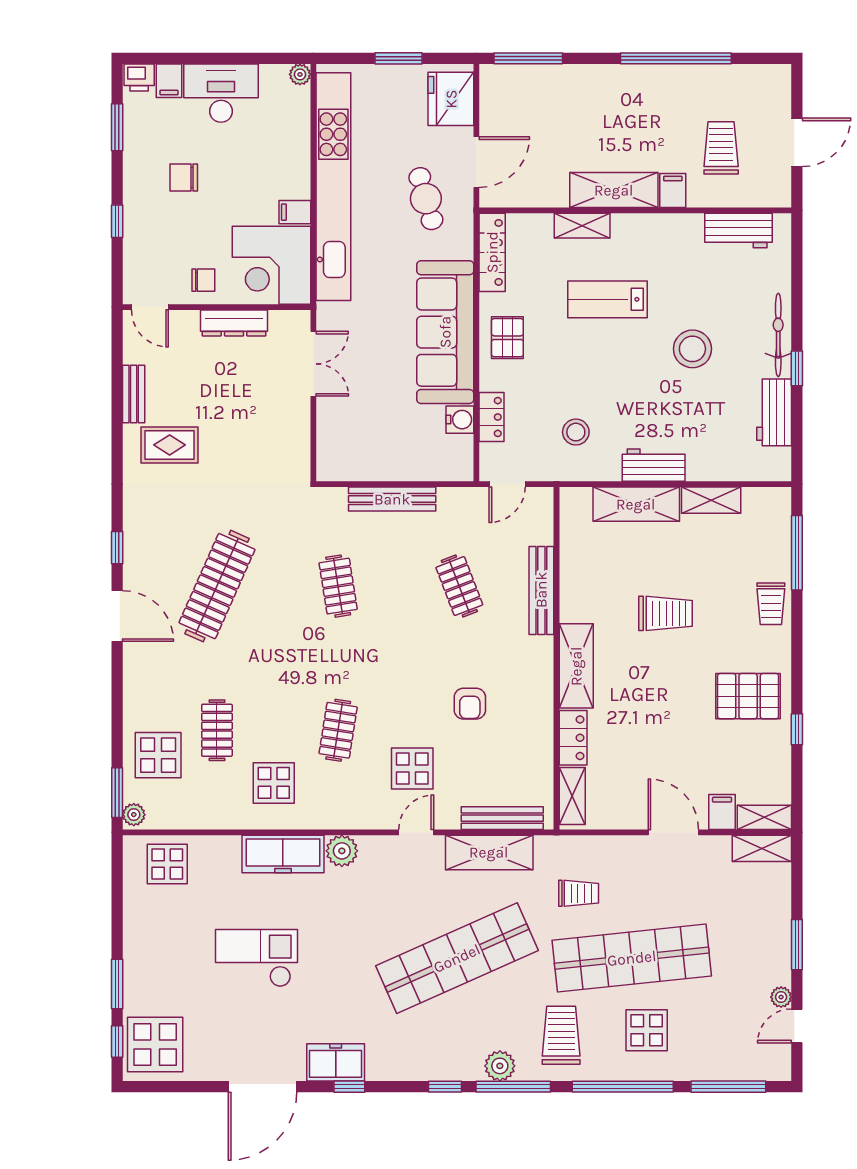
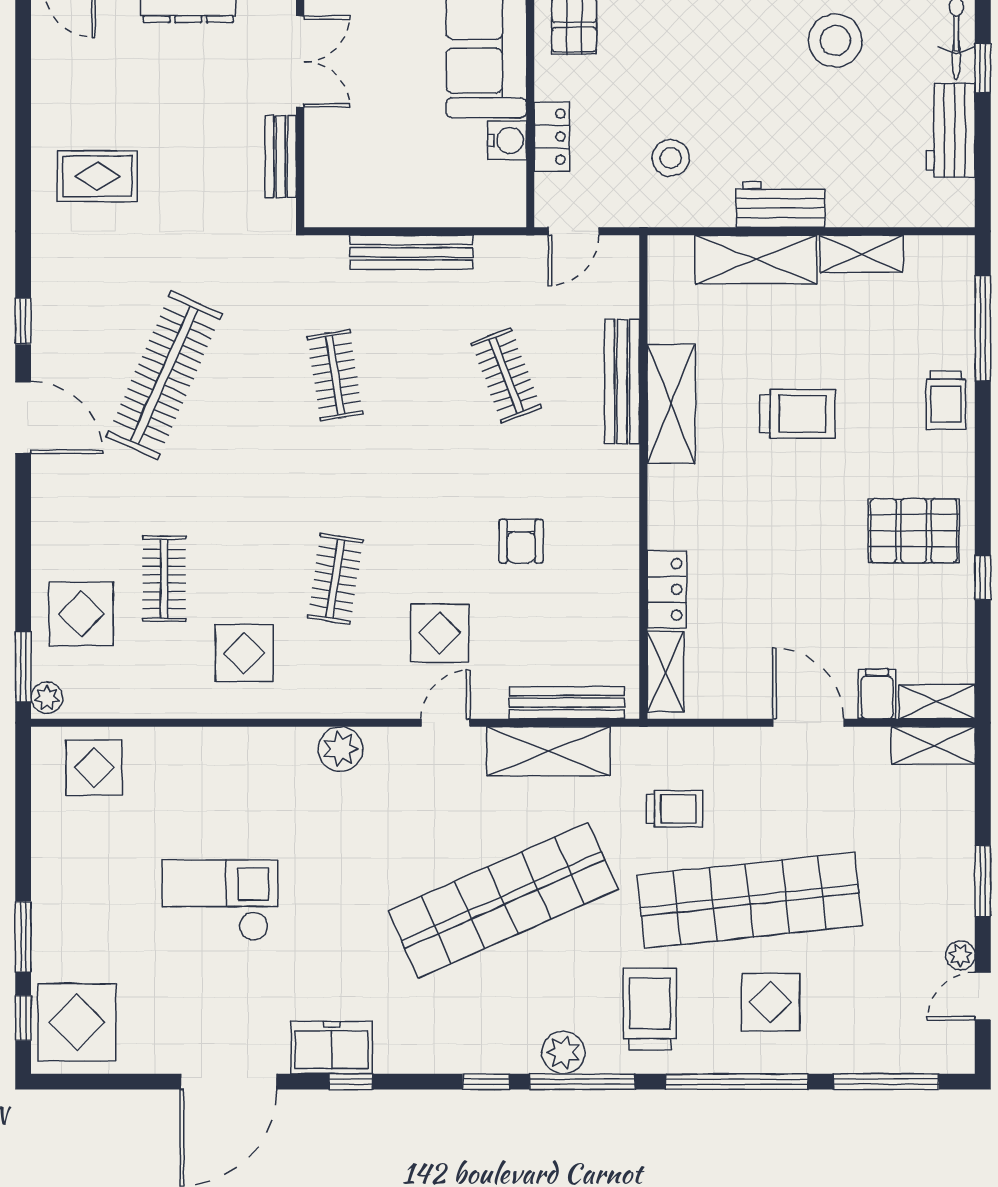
bench: (134, 394) -> (281, 157), moved
shelving: (576, 666) -> (671, 404), moved
freezer: (283, 854) -> (257, 753), removed

